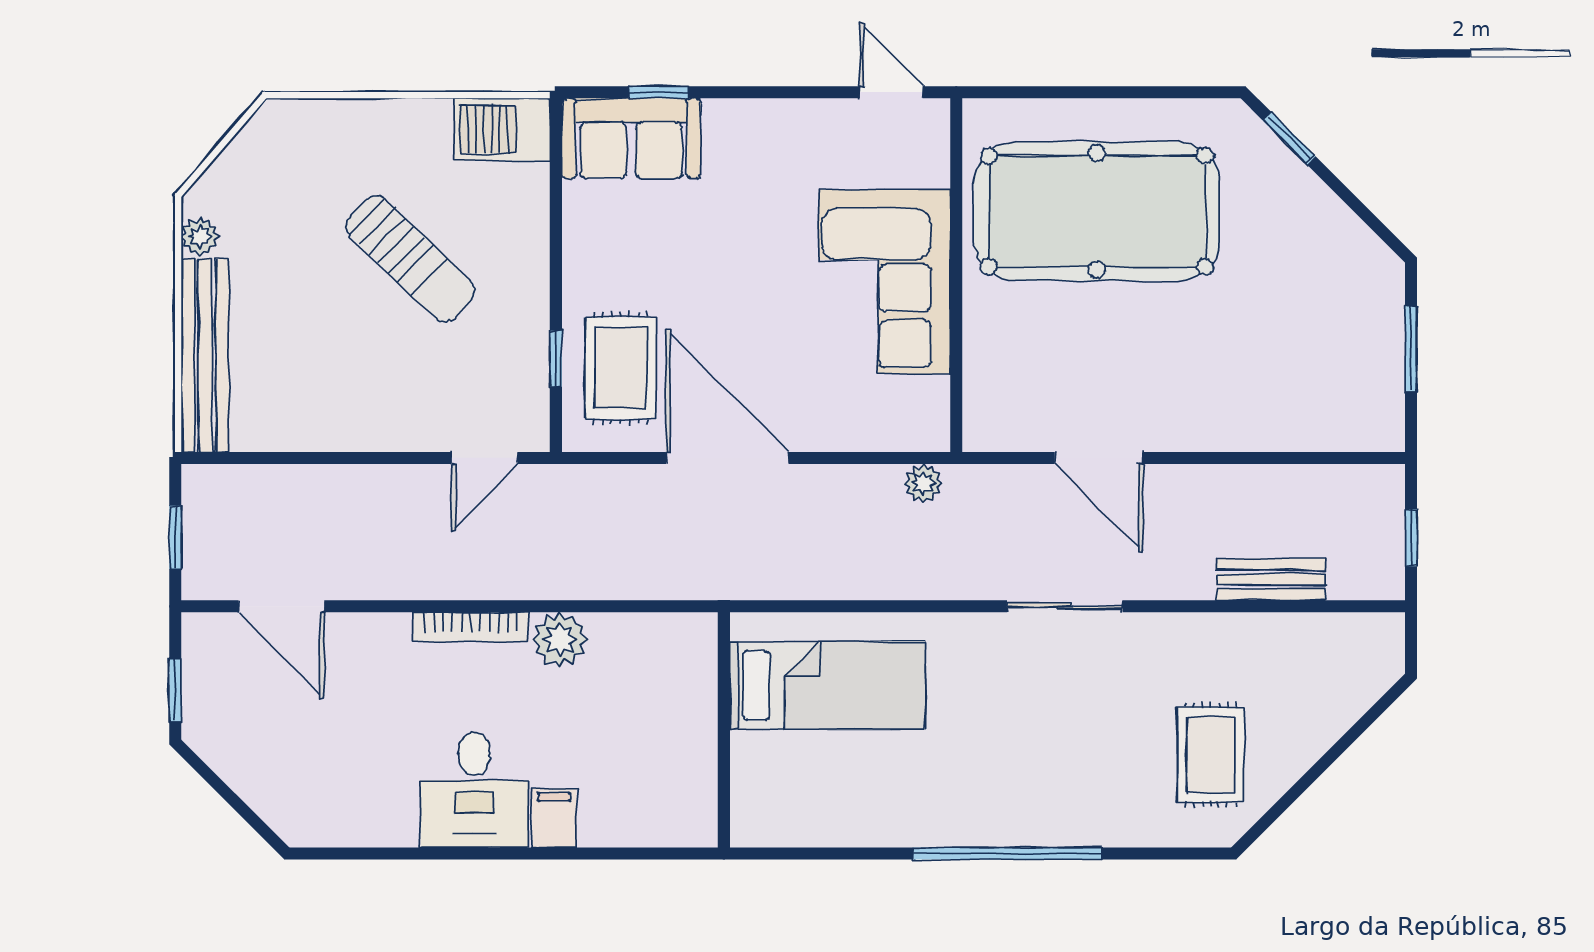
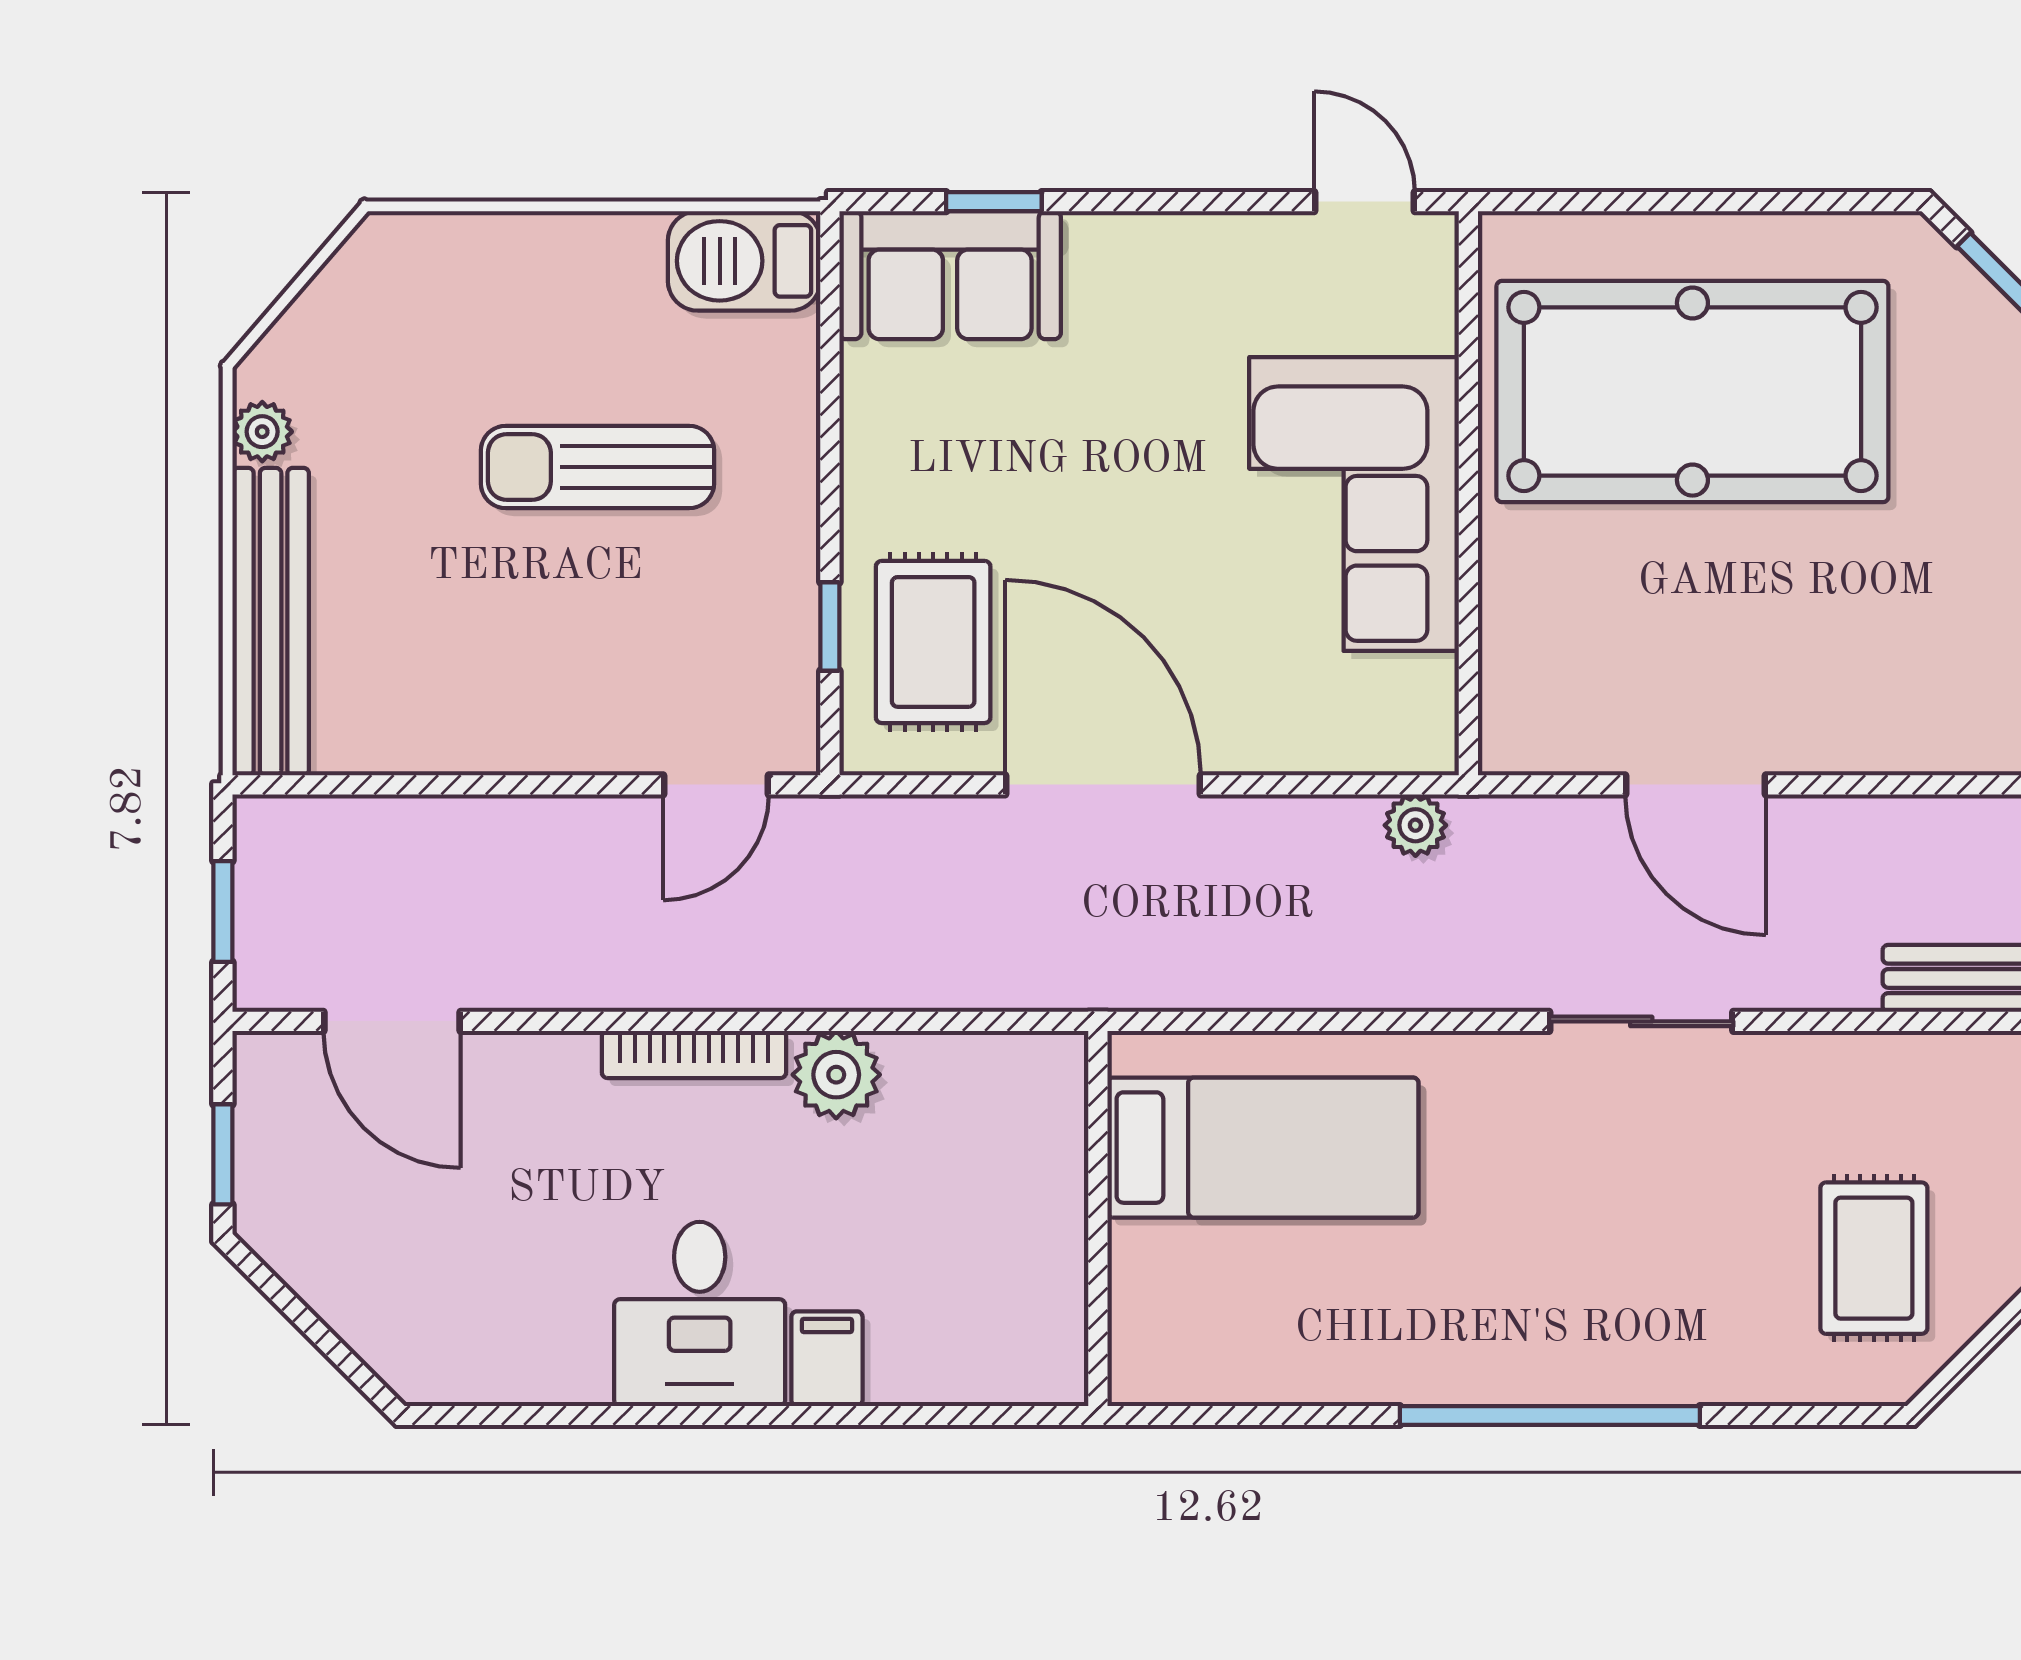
sun lounger: (410, 259) -> (597, 467), turned 136

